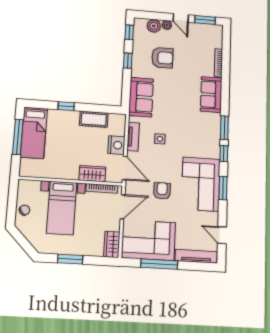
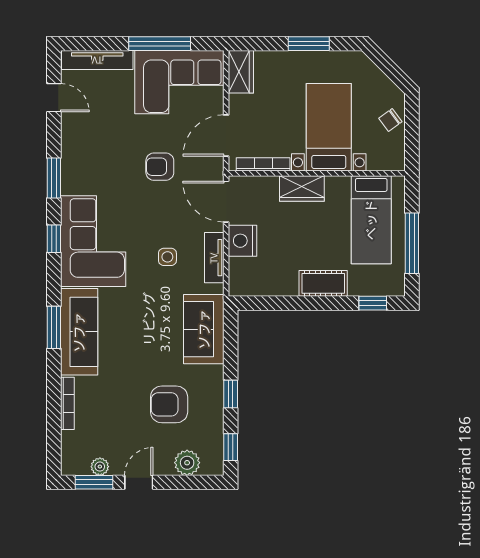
door: (181, 18) -> (139, 482), hinge flipped
plant: (167, 25) -> (100, 467), moved
sofa: (211, 95) -> (79, 332), width x1.36
window: (66, 106) -> (373, 303), moved
cot: (94, 119) -> (323, 283), moved
window: (224, 128) -> (54, 327), moved
bed: (34, 133) -> (371, 220), moved, turned 180
wardrobe: (92, 174) -> (302, 189), moved
corner sofa: (201, 184) -> (93, 241), moved
armchair: (162, 191) -> (160, 167), turned 90

